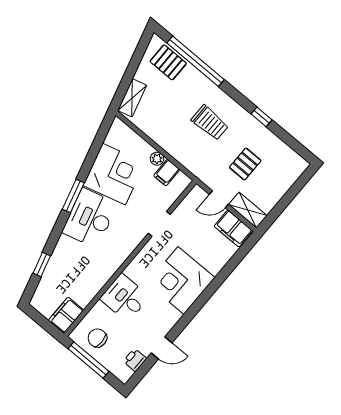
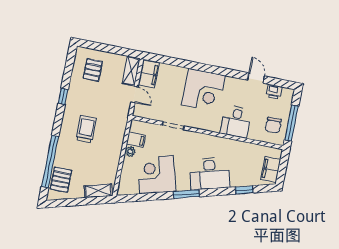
pallet: (245, 164) -> (93, 70), moved, turned 90
desk: (90, 218) -> (210, 174), moved
filing cabinet: (66, 315) -> (271, 169), moved, turned 90

